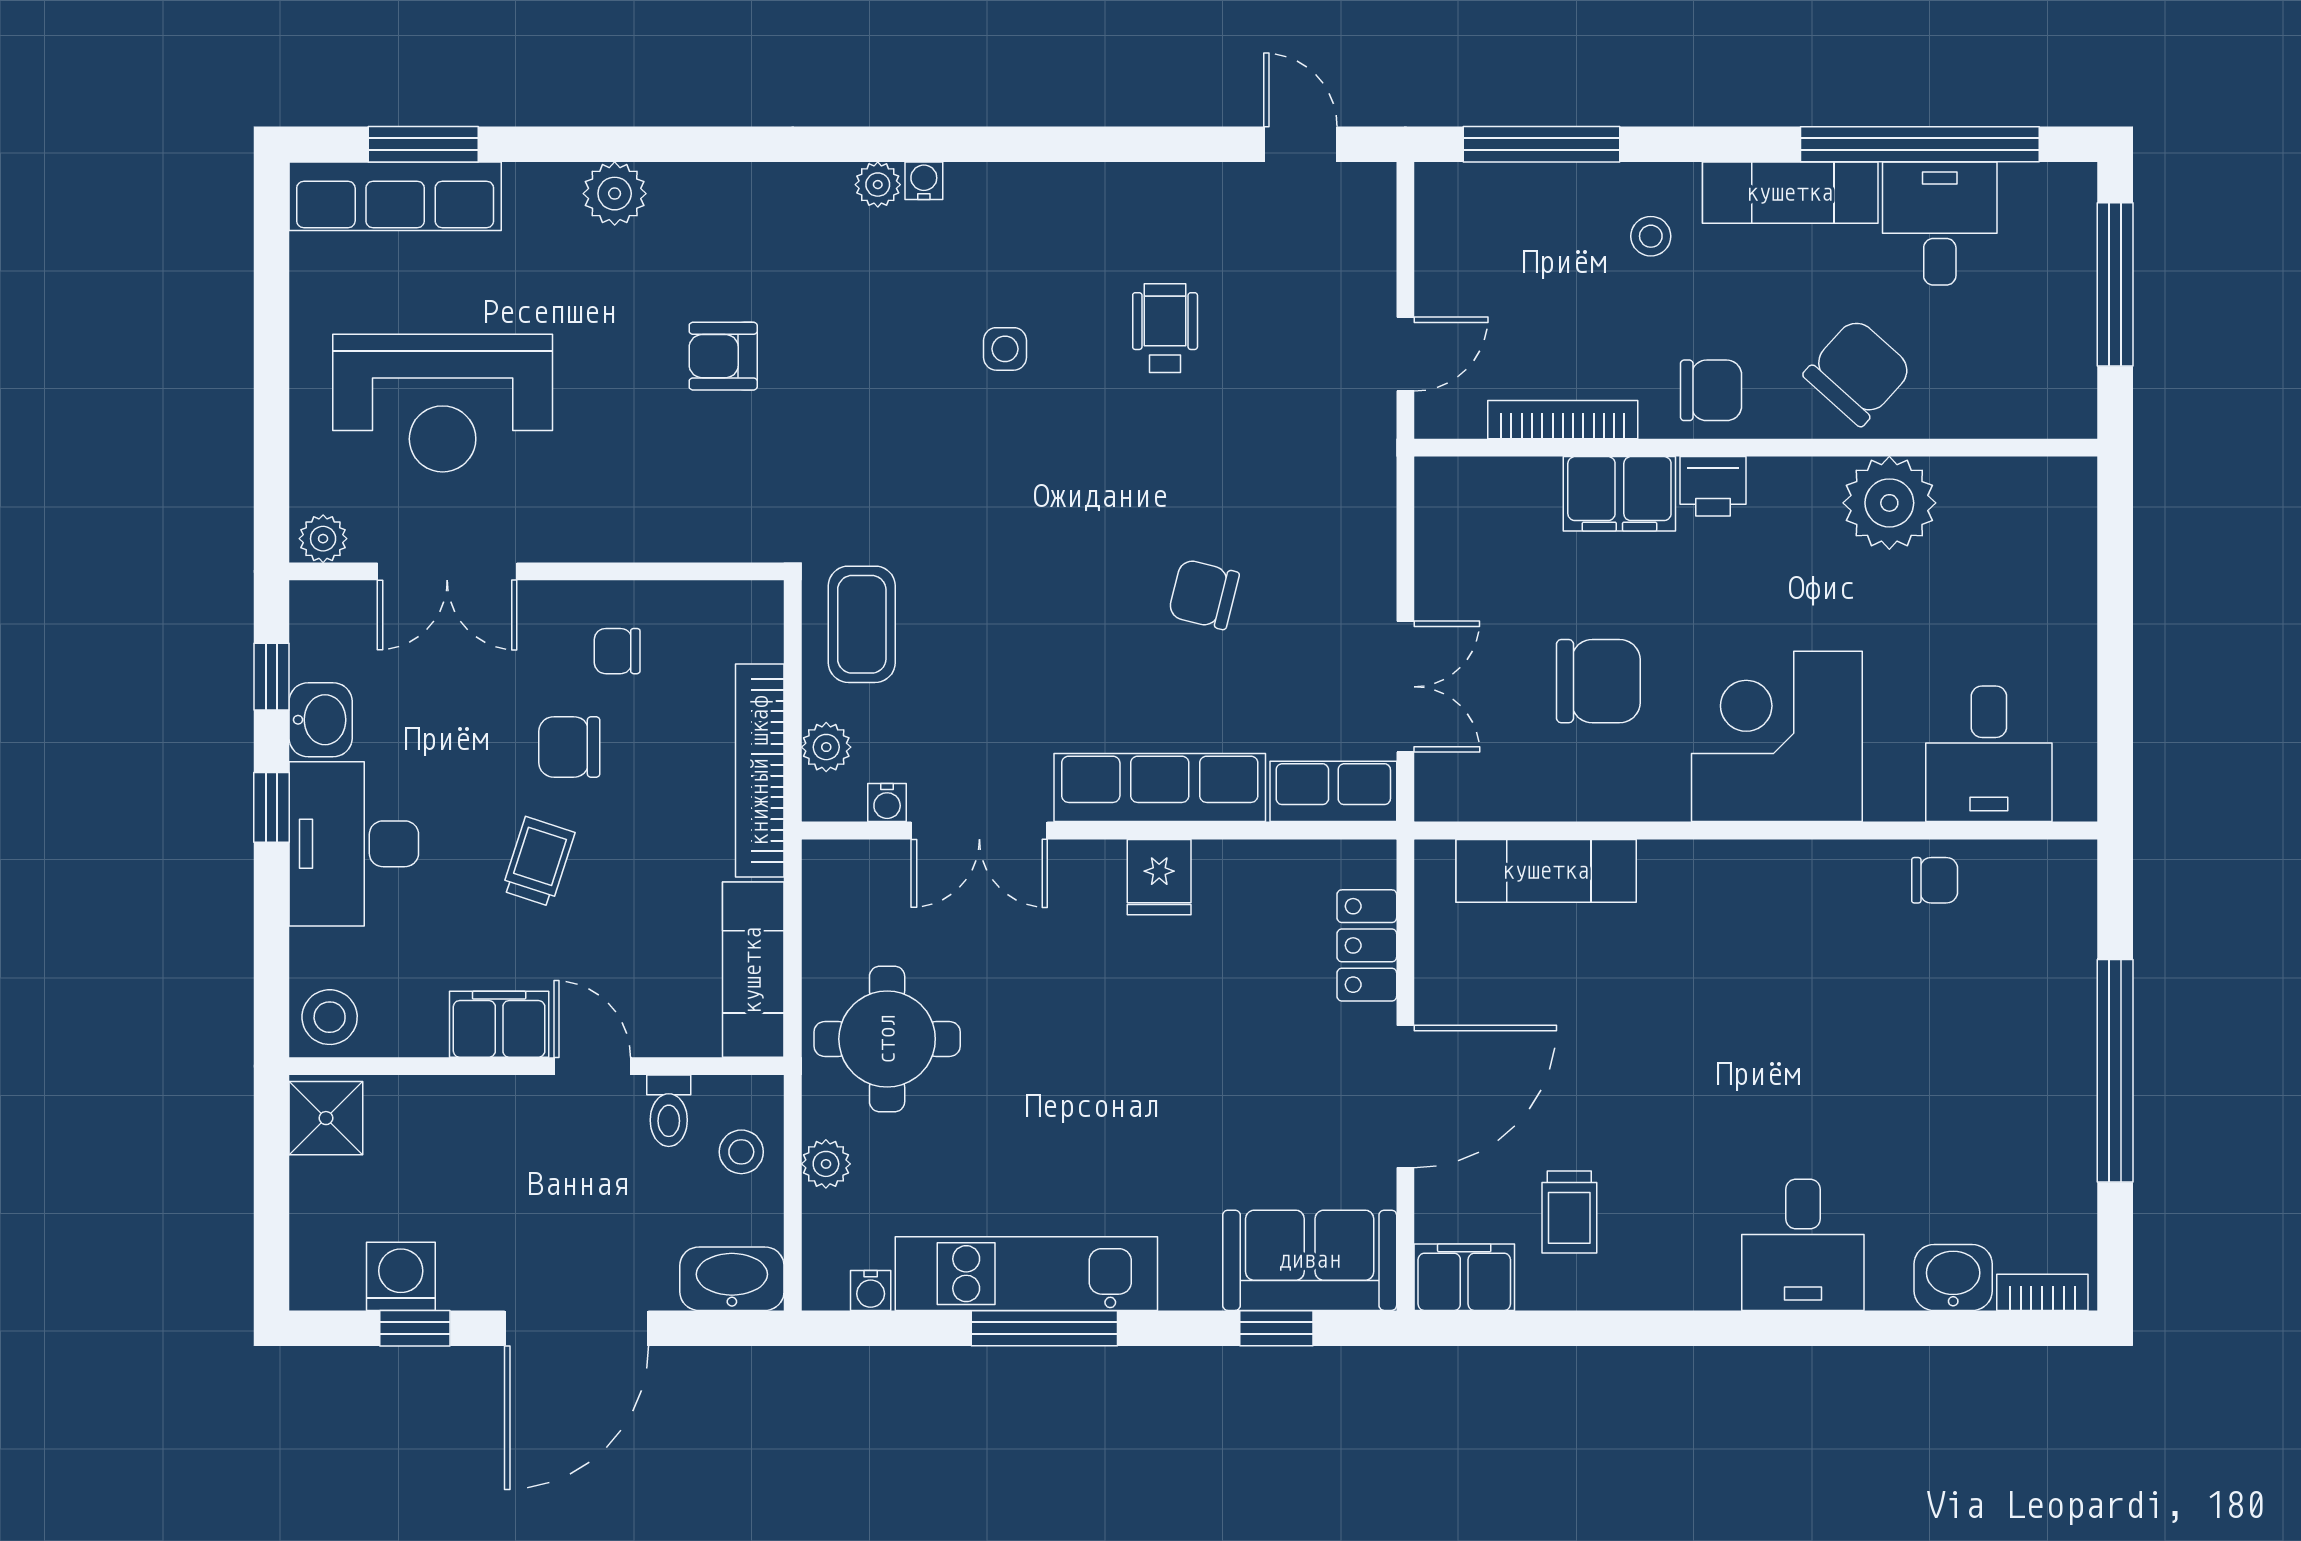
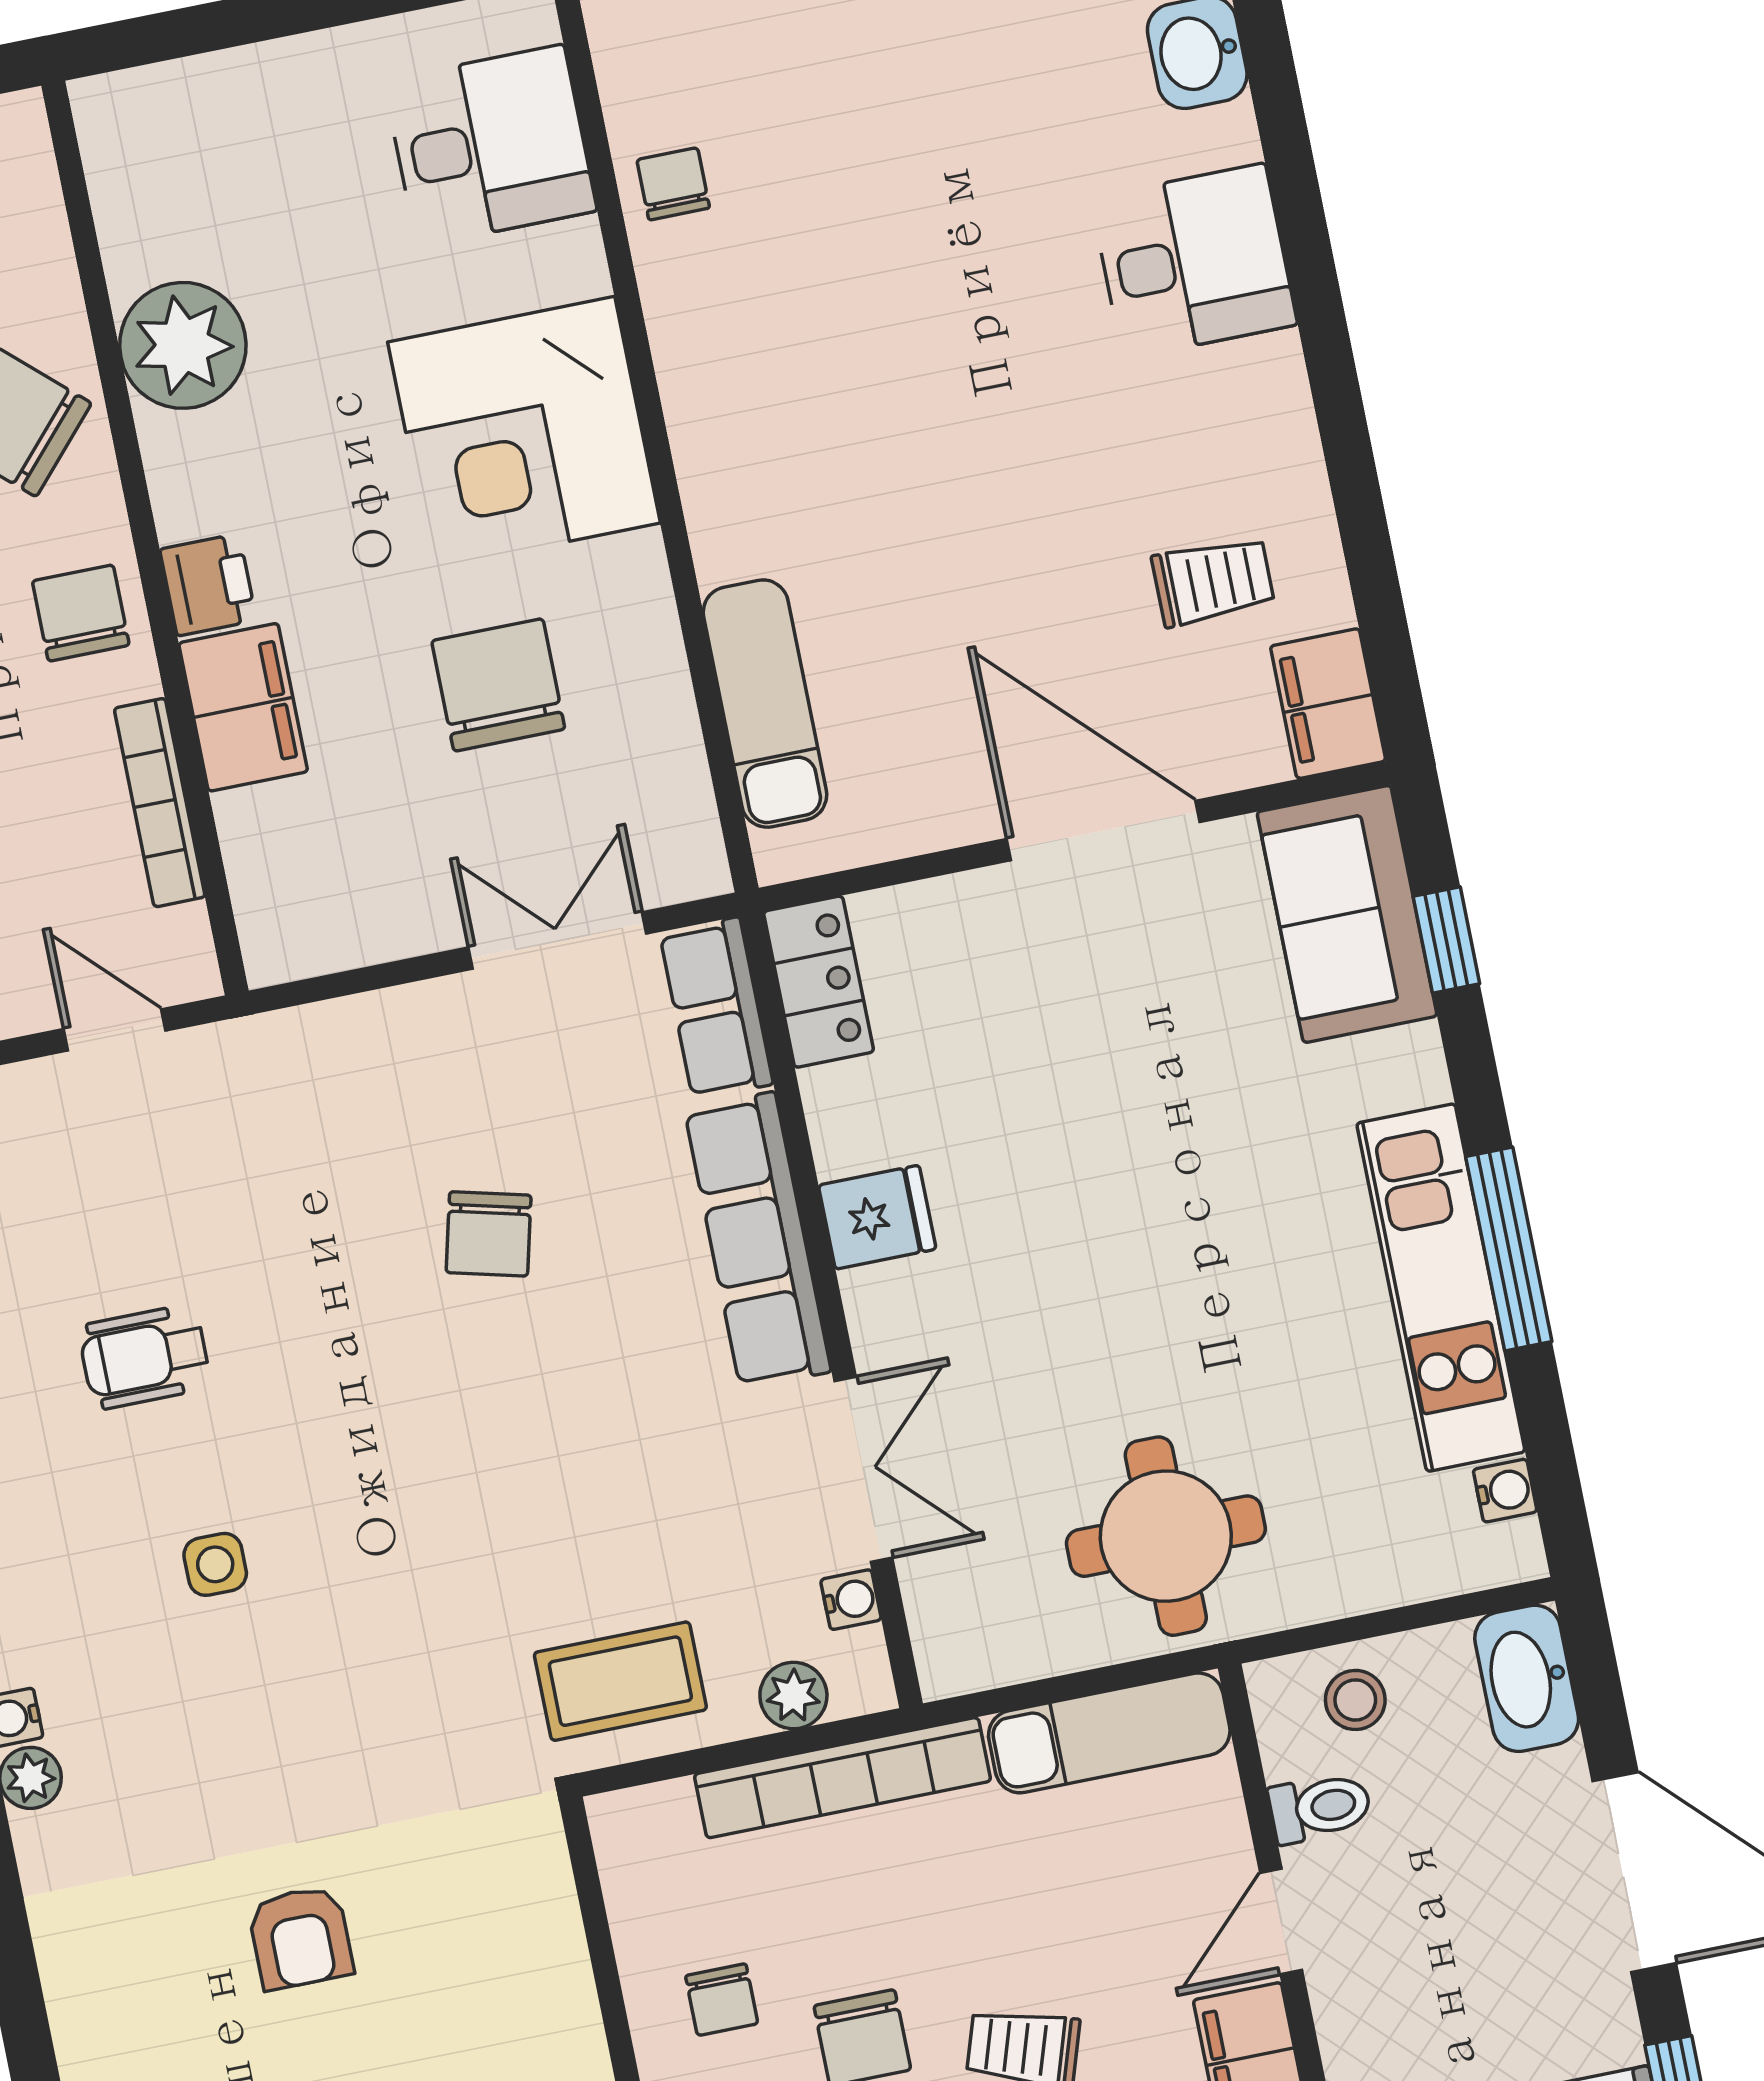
locker: (1367, 945) -> (819, 982), moved, turned -90
plant: (826, 1164) -> (1349, 1584), removed

